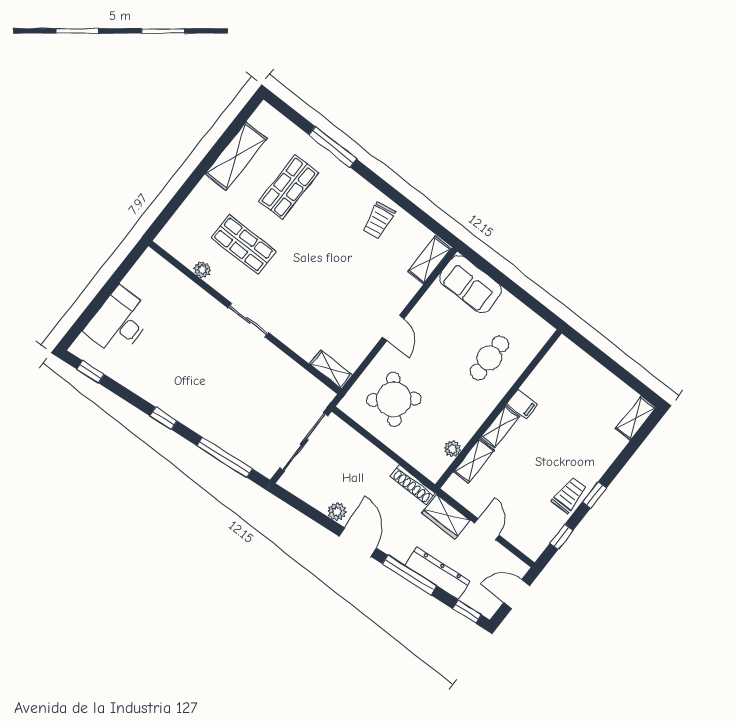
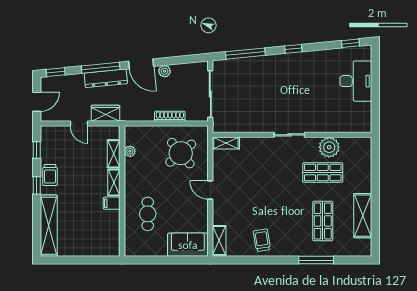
plant: (202, 270) -> (329, 147), width x1.87, depth x1.87
shelving: (636, 418) -> (49, 226), width x2.20, depth x1.33
shoe rack: (413, 485) -> (170, 116), moved
dresser: (438, 573) -> (106, 78), moved

